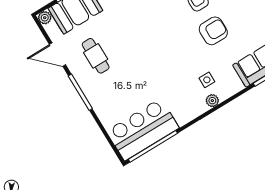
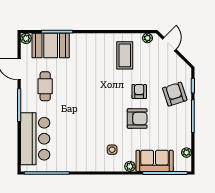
plant: (212, 101) -> (130, 166), moved
bar counter: (143, 129) -> (35, 139), moved, turned 90

